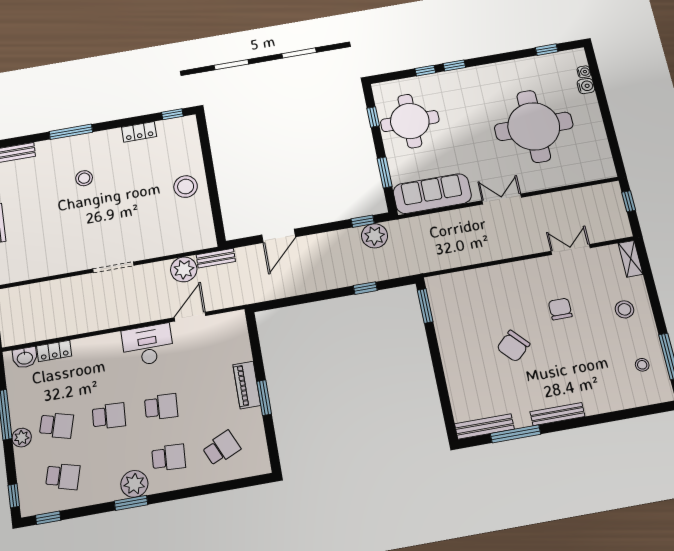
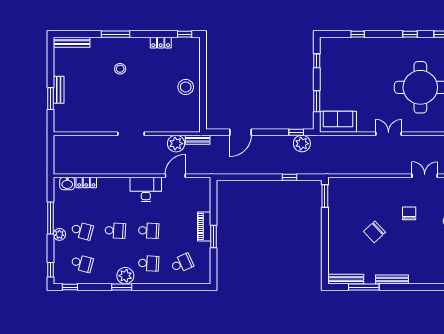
window: (454, 66) -> (410, 34), moved
round table: (410, 121) -> (340, 68), removed
sofa: (432, 194) -> (338, 122), width x0.73

